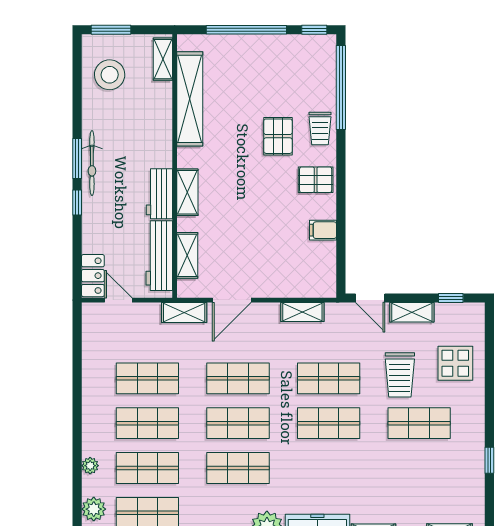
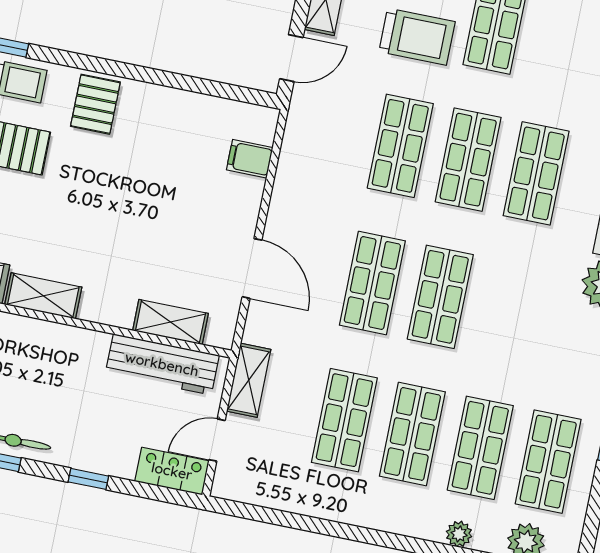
shelving: (187, 192) -> (43, 296), moved
workbench: (159, 194) -> (68, 345), removed
window: (77, 202) -> (88, 479), moved
filing cabinet: (323, 230) -> (250, 159), moved, turned 90
shelving: (184, 312) -> (249, 380), moved
shelving: (302, 312) -> (292, 165), removed
shop shelf: (238, 468) -> (536, 173), moved

